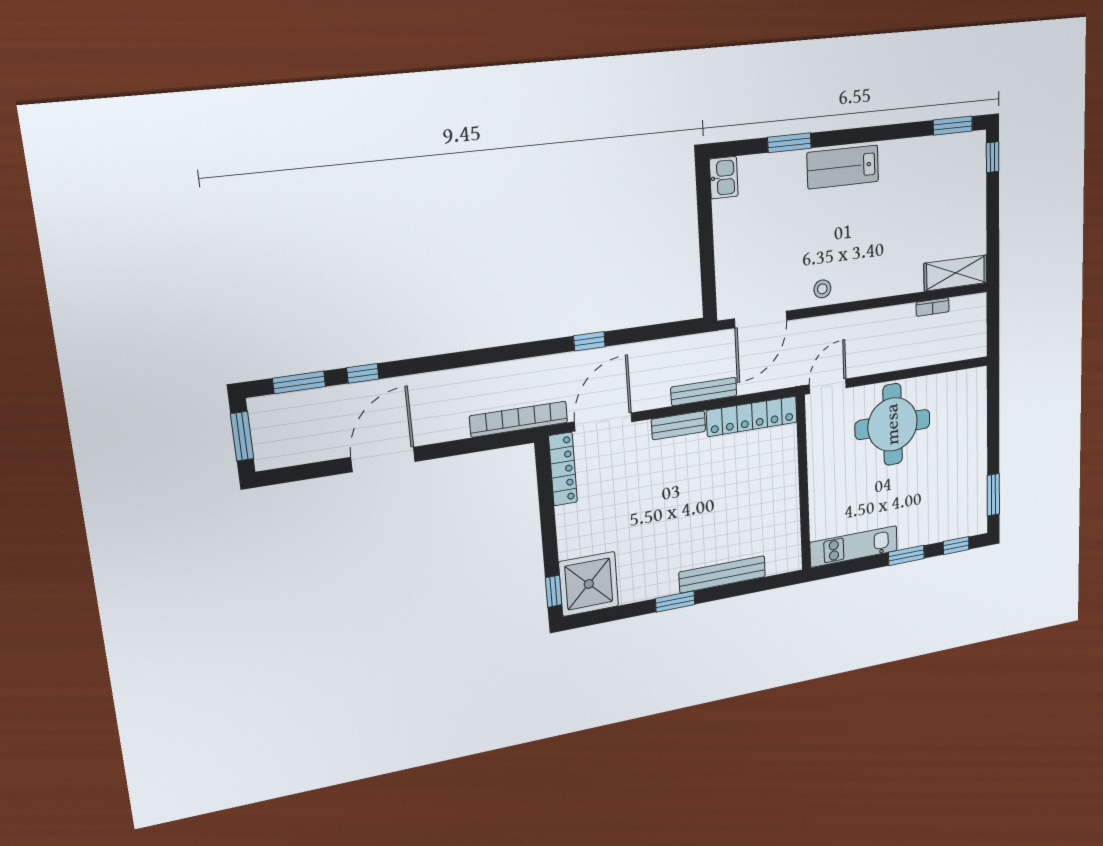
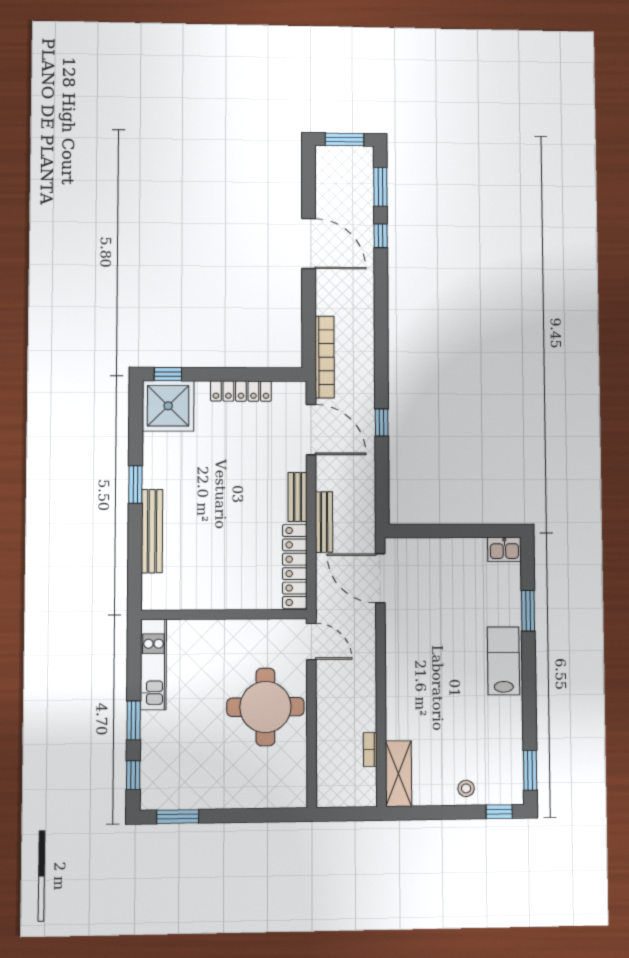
stool: (822, 289) -> (466, 788), moved
locker: (563, 469) -> (241, 391), moved

